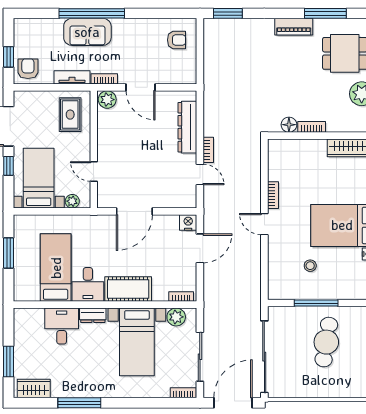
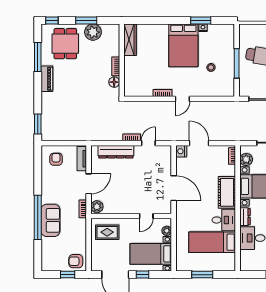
tv unit: (72, 77) -> (82, 159), moved

